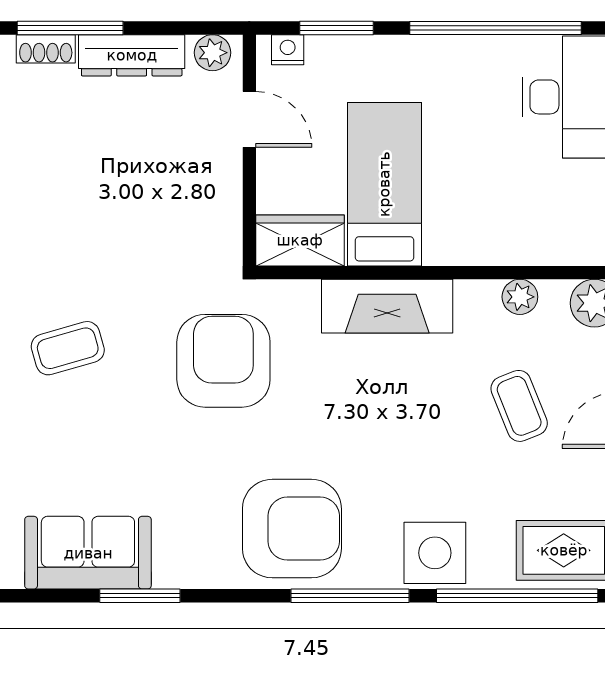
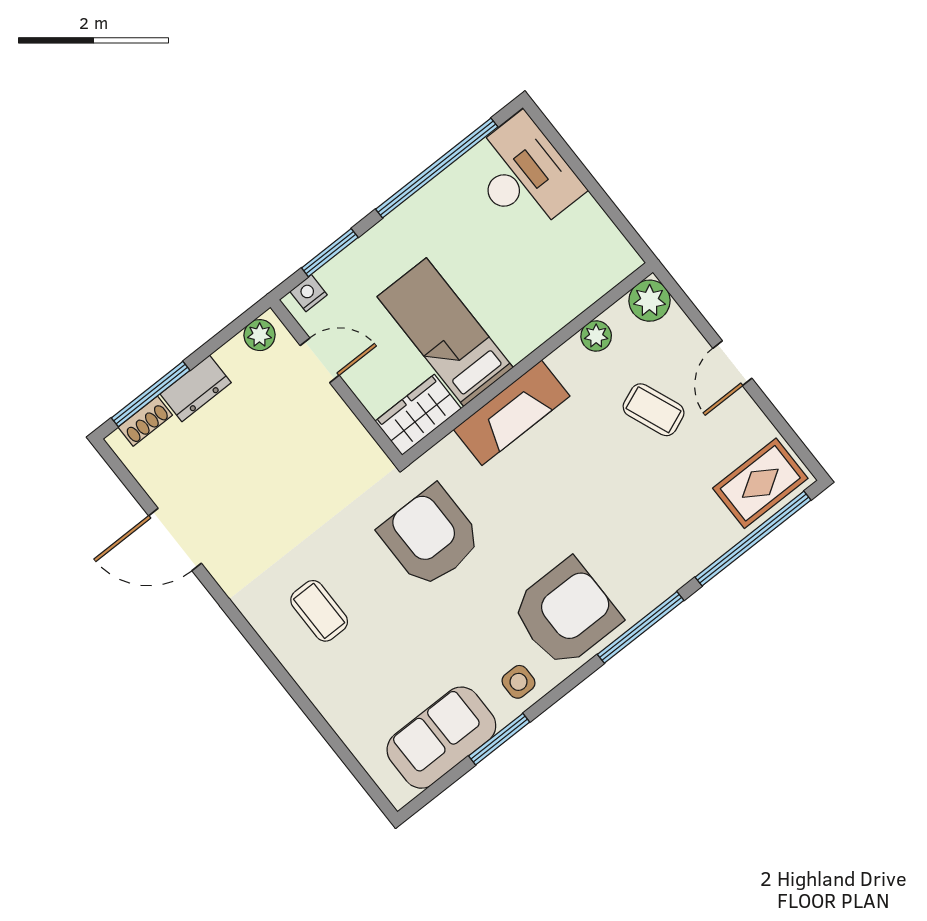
dresser: (132, 55) -> (196, 388), width x0.70
coffee table: (68, 348) -> (319, 611), turned -74
side table: (435, 553) -> (519, 682), moved, width x0.54, depth x0.54

